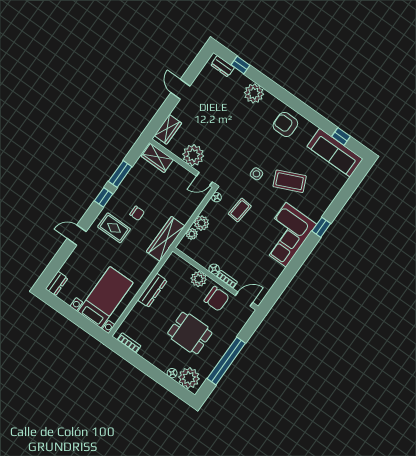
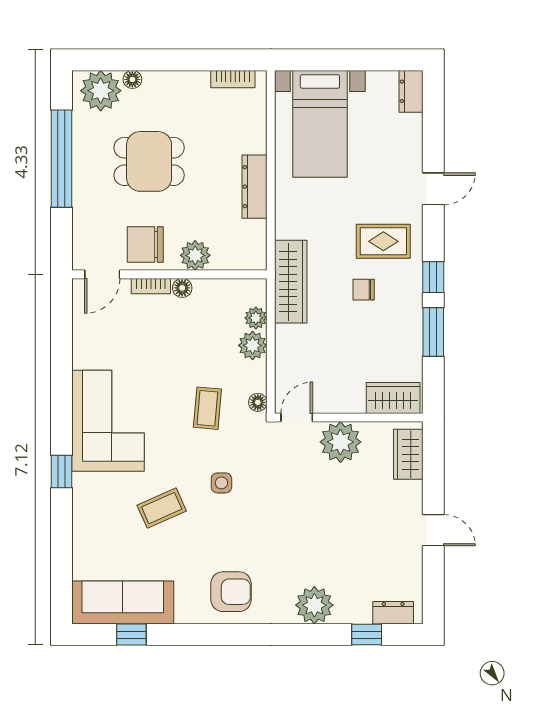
coffee table: (290, 181) -> (162, 508), width x0.73, depth x0.77

